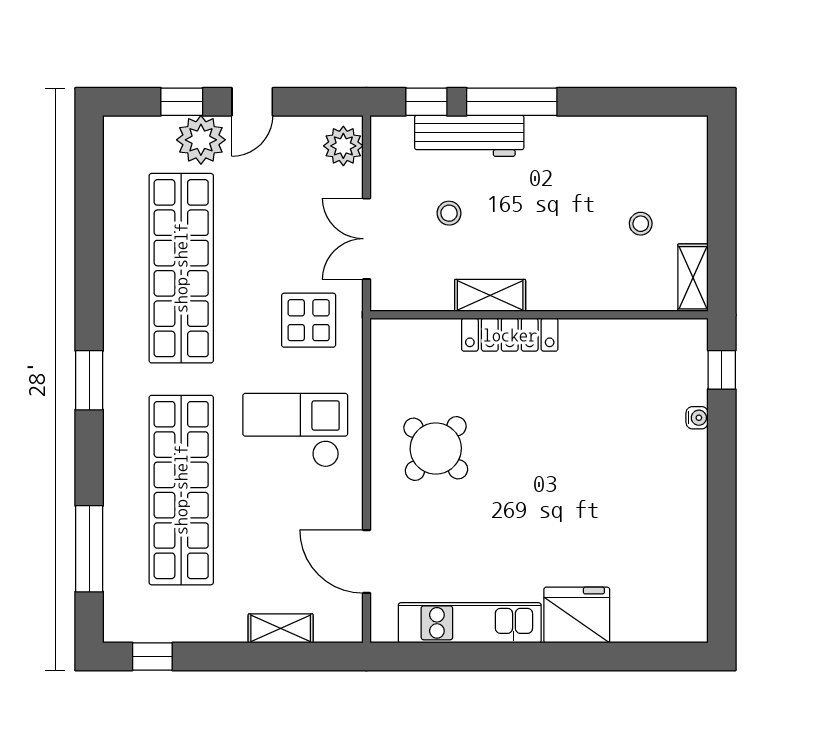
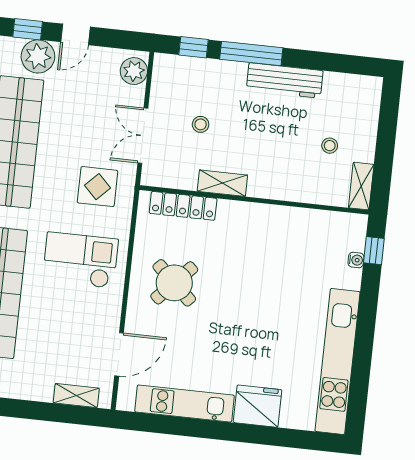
workbench: (469, 136) -> (285, 80), moved
locker: (510, 335) -> (183, 206), moved
water cooler: (697, 418) -> (356, 260), moved
kitchen unit: (686, 537) -> (338, 361), added
door: (367, 561) -> (119, 354), swing flipped
shelving: (281, 628) -> (76, 396), moved

